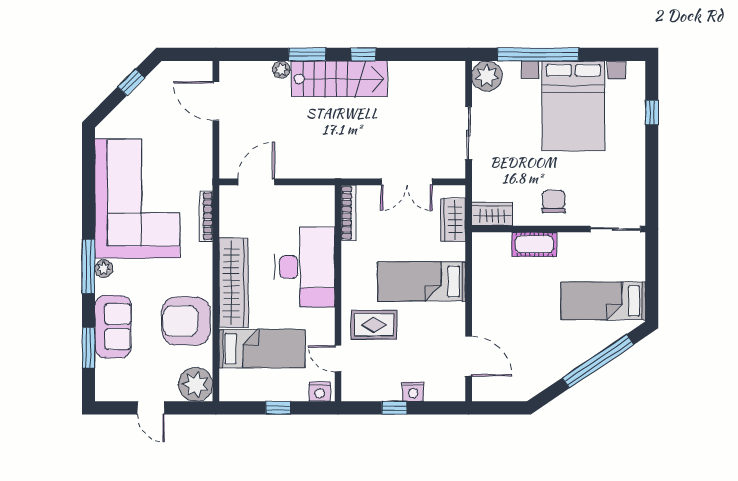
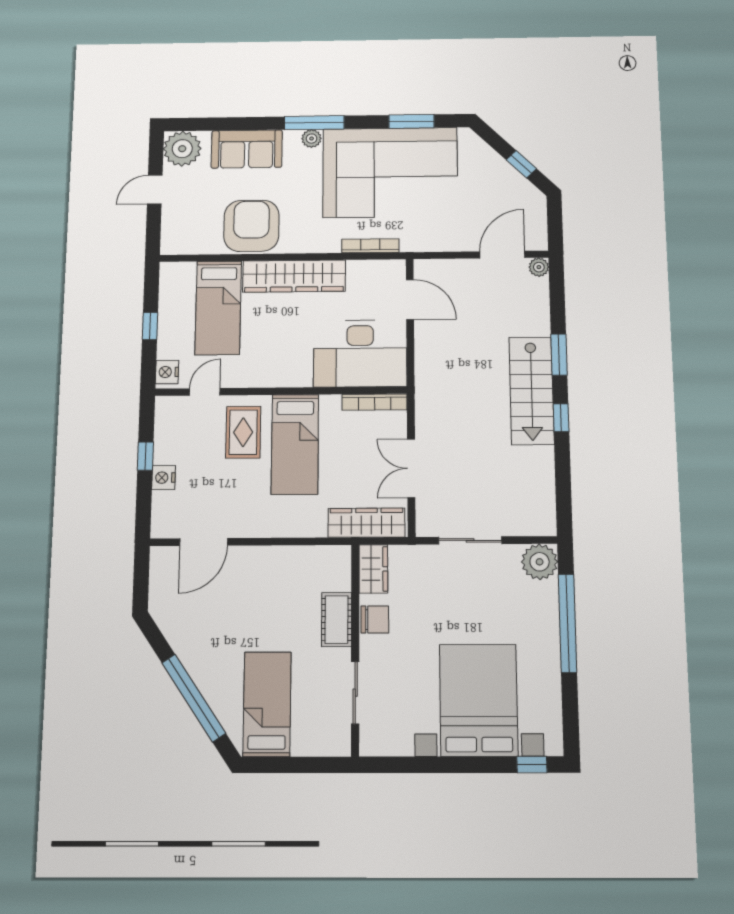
plant: (281, 70) -> (539, 267), moved
bed with nightstands: (573, 106) -> (478, 700), moved, turned 90
window: (652, 113) -> (532, 765), moved
chair: (554, 201) -> (375, 619), moved
wardrobe: (453, 220) -> (366, 523), width x1.50
sliding door: (615, 229) -> (355, 693), moved
desk: (305, 267) -> (360, 353), moved
bed: (422, 281) -> (295, 444), moved, turned 180
window: (88, 348) -> (412, 121), moved
plant: (196, 384) -> (182, 149), moved

